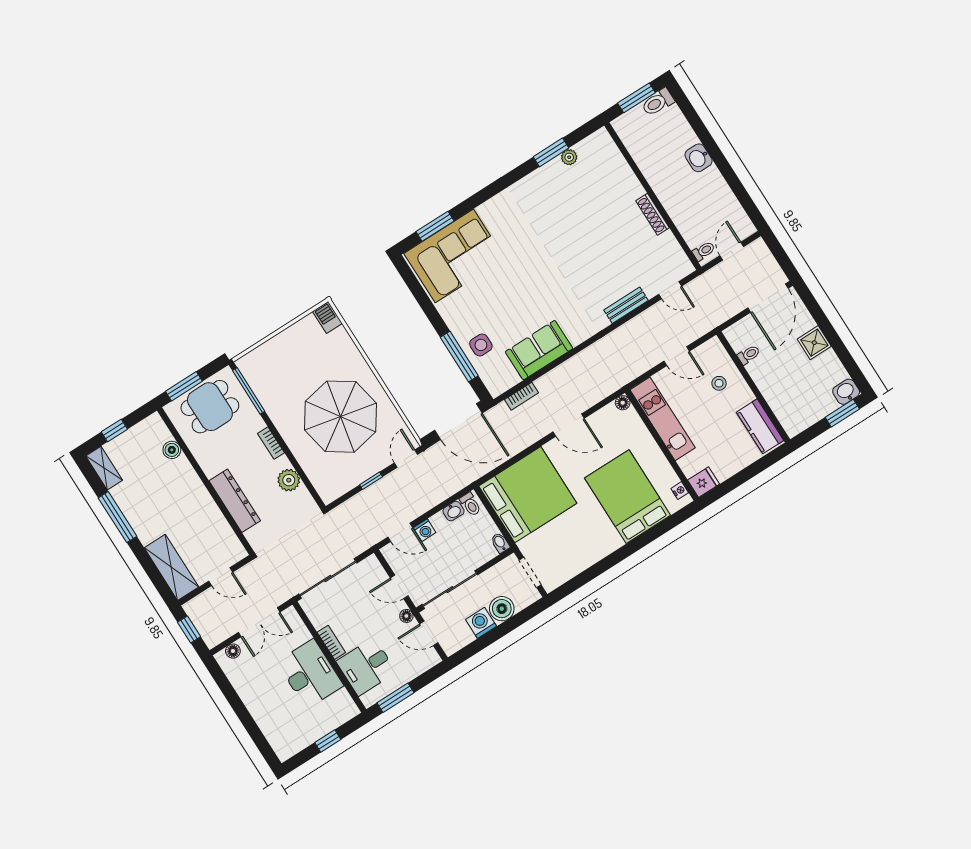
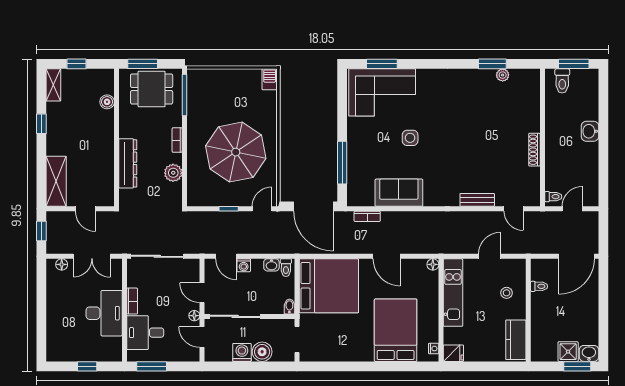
toilet: (658, 102) -> (562, 81), moved, turned -90
shower: (814, 343) -> (568, 352), moved
side table: (481, 345) -> (410, 138), moved
door: (677, 356) -> (490, 256), swing flipped
window: (117, 517) -> (41, 124), width x0.46

